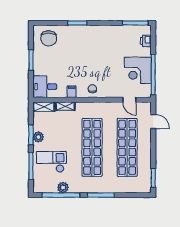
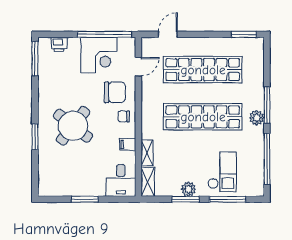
chair: (49, 38) -> (115, 92), moved
round table: (85, 51) -> (73, 126), added
checkout: (51, 162) -> (222, 172), turned 180
plant: (63, 187) -> (257, 118), moved

